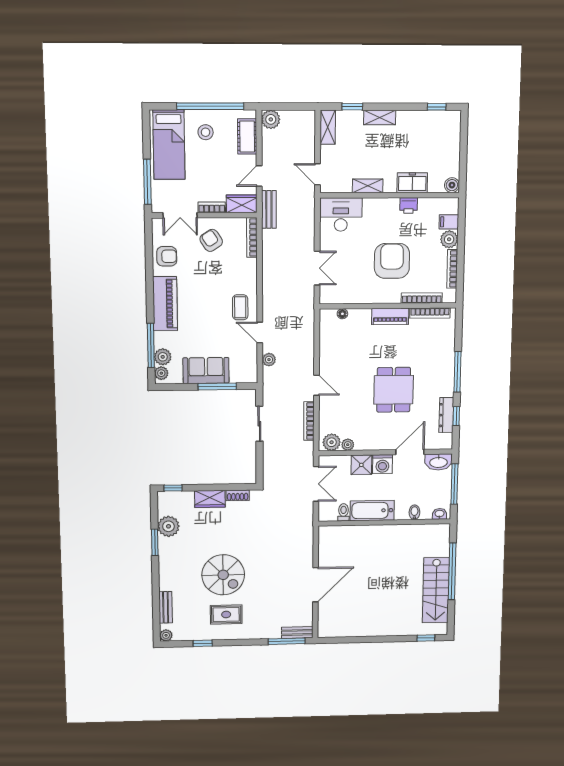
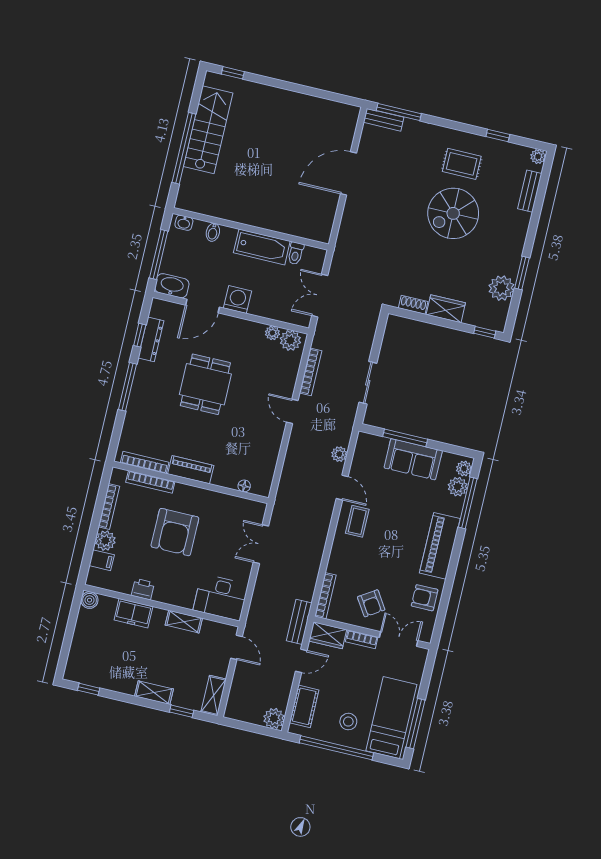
window: (147, 182) -> (416, 724), moved
shower: (361, 465) -> (262, 305), removed
spiral stairs: (223, 575) -> (453, 213), turned -90

